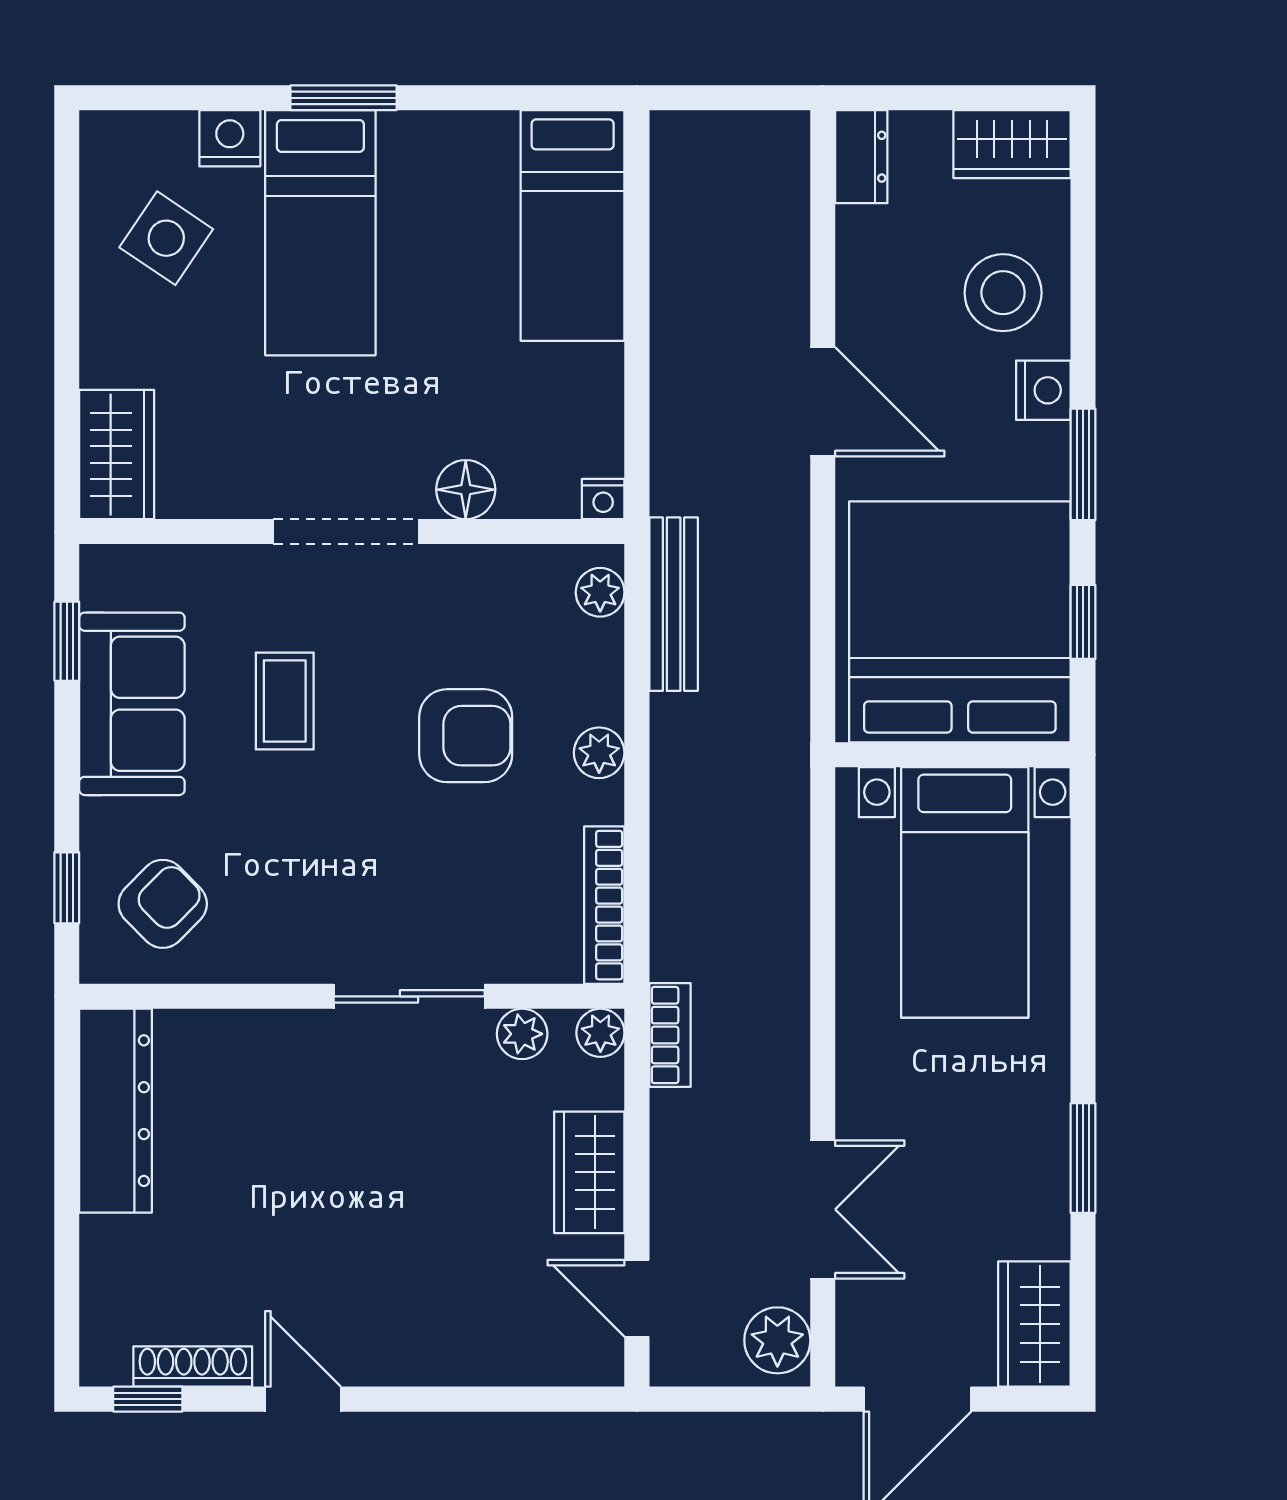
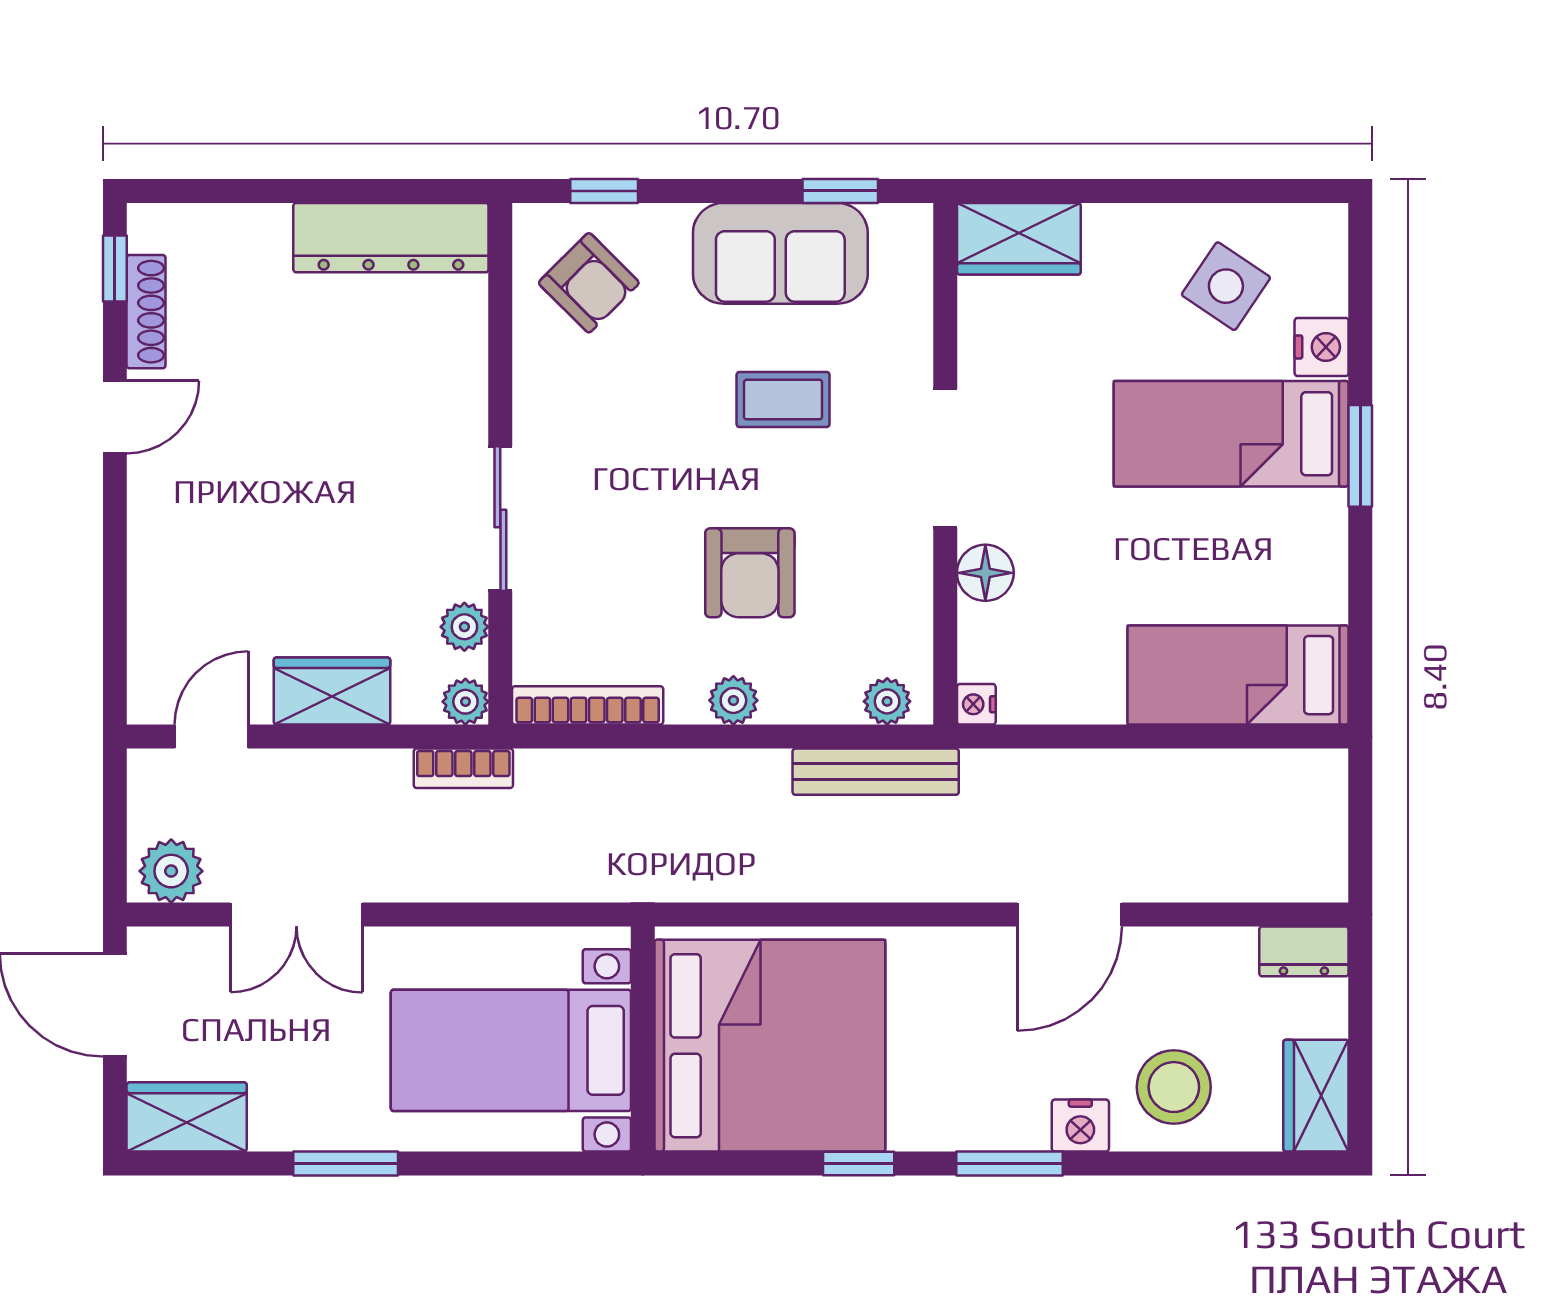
bed: (960, 622) -> (770, 1046), moved
wall: (953, 755) -> (643, 1039), moved
bed with nightstands: (965, 892) -> (511, 1050), moved

